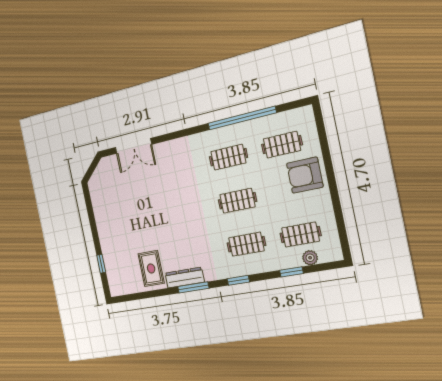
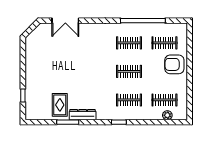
window: (291, 272) -> (154, 122), removed
window: (193, 287) -> (68, 122), moved

